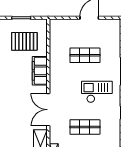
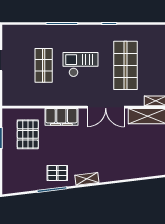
checkout: (97, 92) -> (80, 65), moved, turned 90
shop shelf: (85, 127) -> (125, 65), width x1.43, depth x1.36

